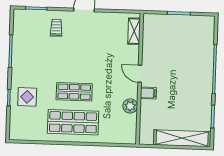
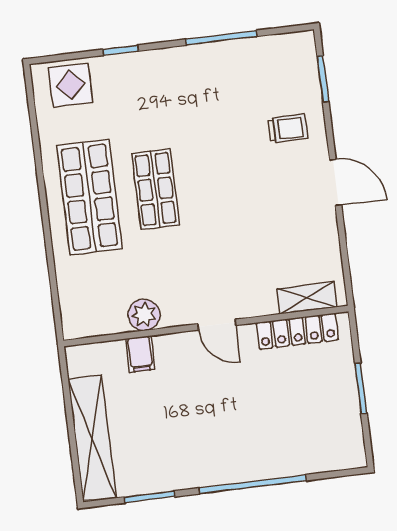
locker: (149, 38) -> (297, 331), added
door: (140, 74) -> (217, 325), swing flipped
filing cabinet: (148, 93) -> (140, 354), moved
display table: (27, 97) -> (71, 85), moved

